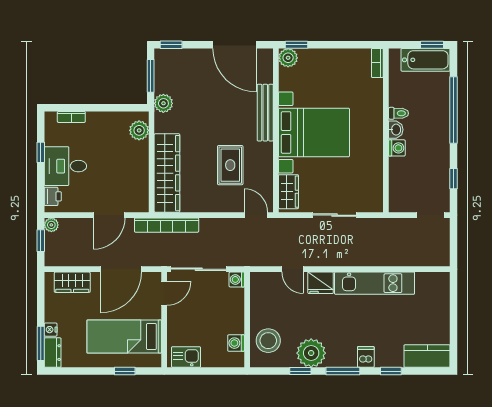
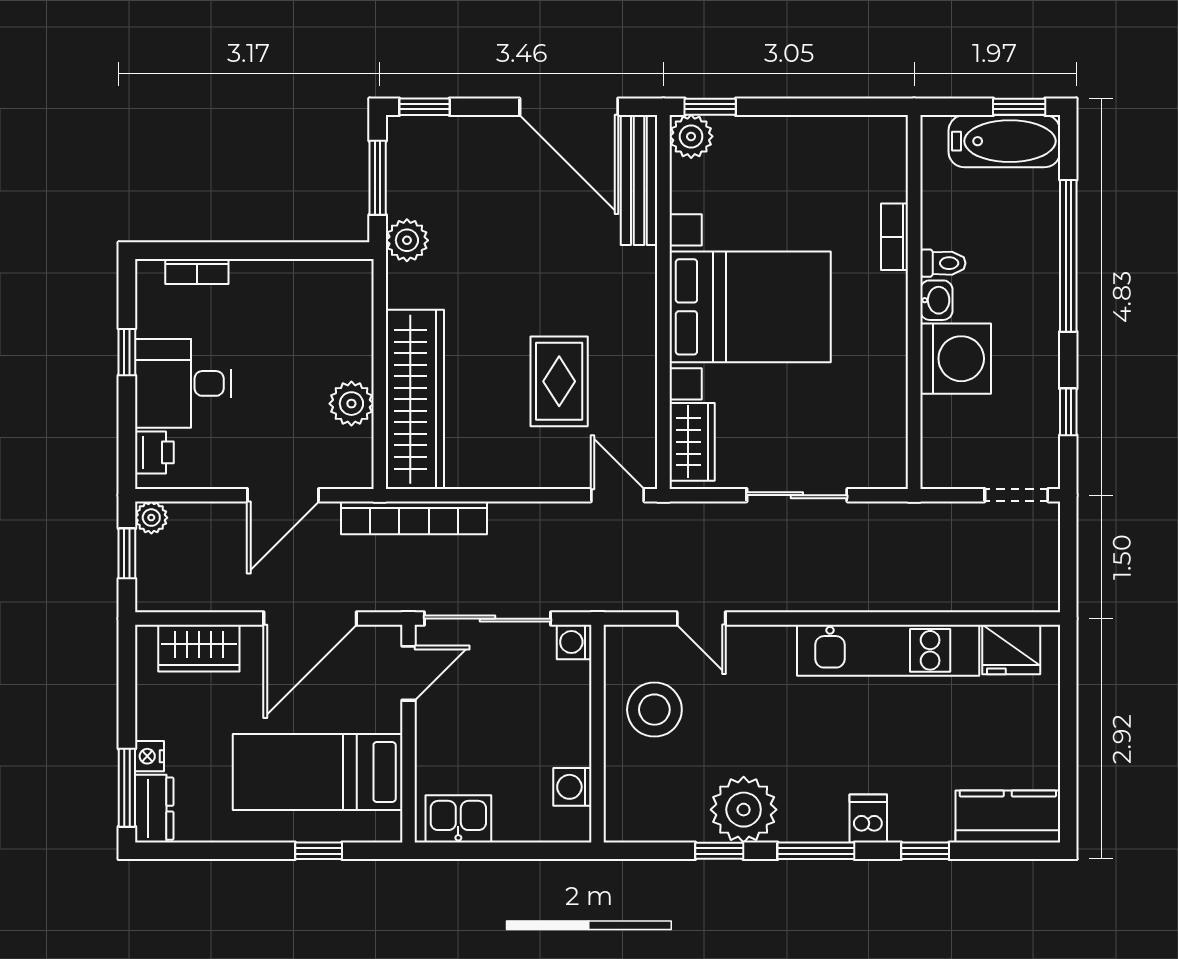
bookcase: (377, 63) -> (895, 237), moved
bench: (265, 113) -> (639, 180), moved
plant: (139, 130) -> (351, 404), moved
washing machine: (397, 148) -> (956, 359), width x1.89, depth x1.89
fridge: (321, 283) -> (1011, 649), moved
stool: (268, 341) -> (654, 710), moved

